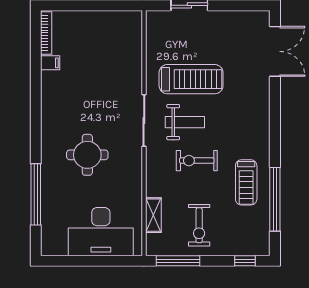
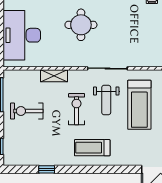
treadmill: (246, 182) -> (92, 148), moved
window: (275, 199) -> (47, 169), width x0.32
shelving: (153, 215) -> (54, 76), moved

